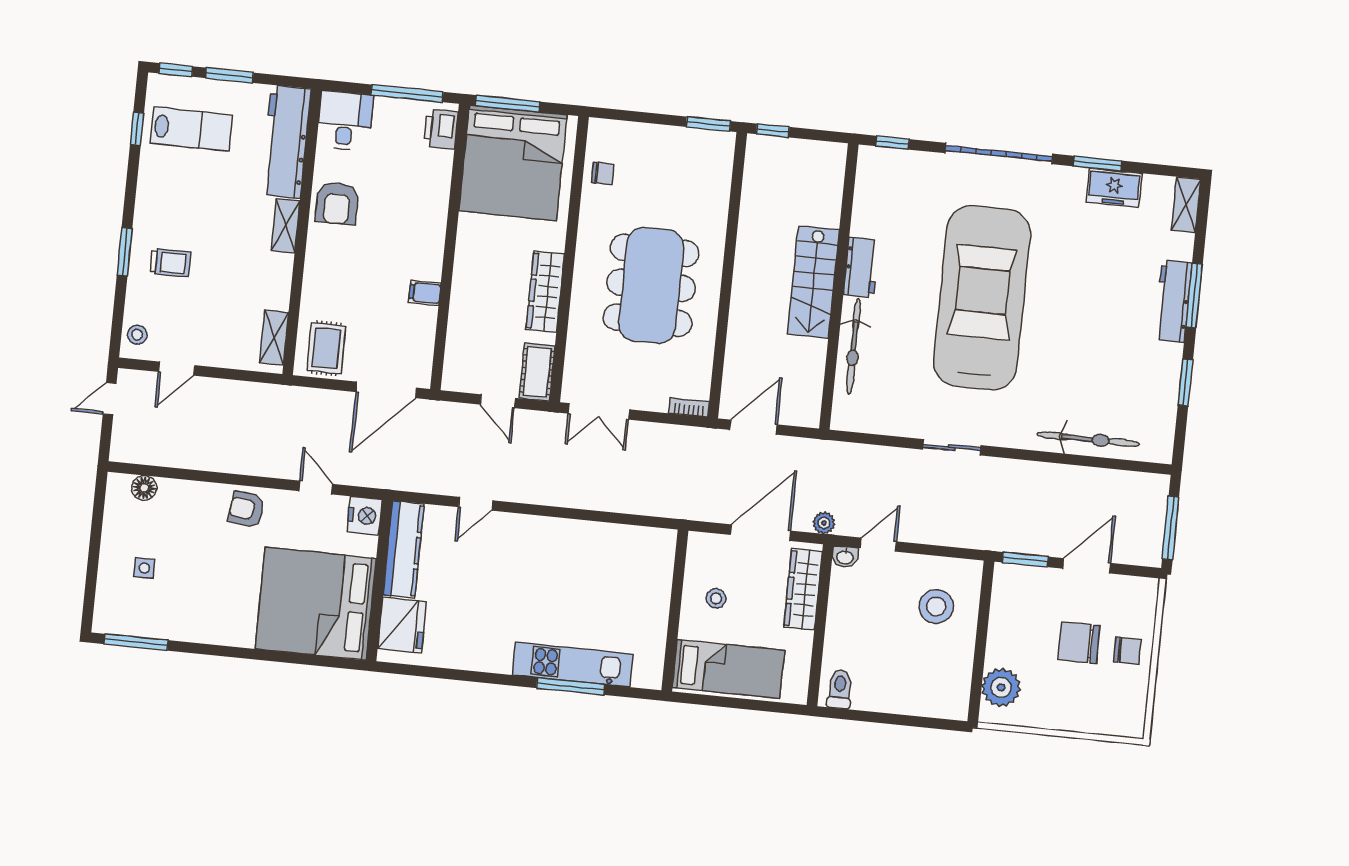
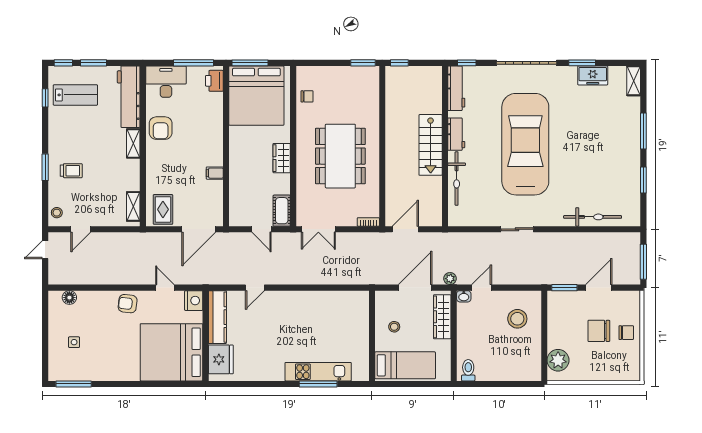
desk: (345, 121) -> (166, 82), width x1.37
wardrobe: (545, 292) -> (282, 158), width x0.67
workbench: (1173, 301) -> (456, 88), moved, turned 180

